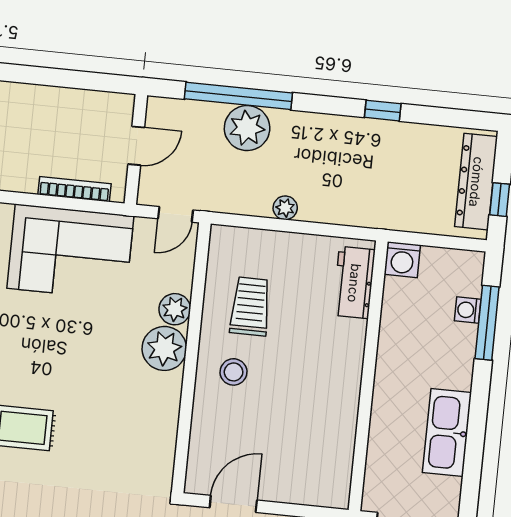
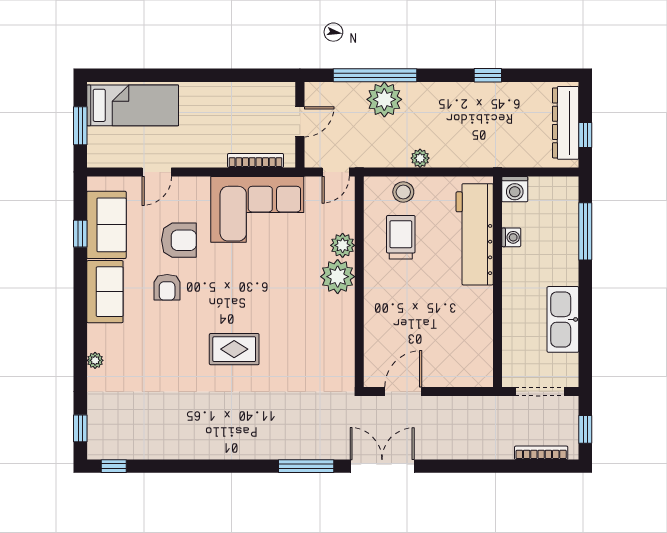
workbench: (354, 283) -> (475, 234), width x1.88, depth x1.32
washing machine: (468, 310) -> (511, 237), moved, turned 180
stool: (234, 372) -> (403, 192), moved

